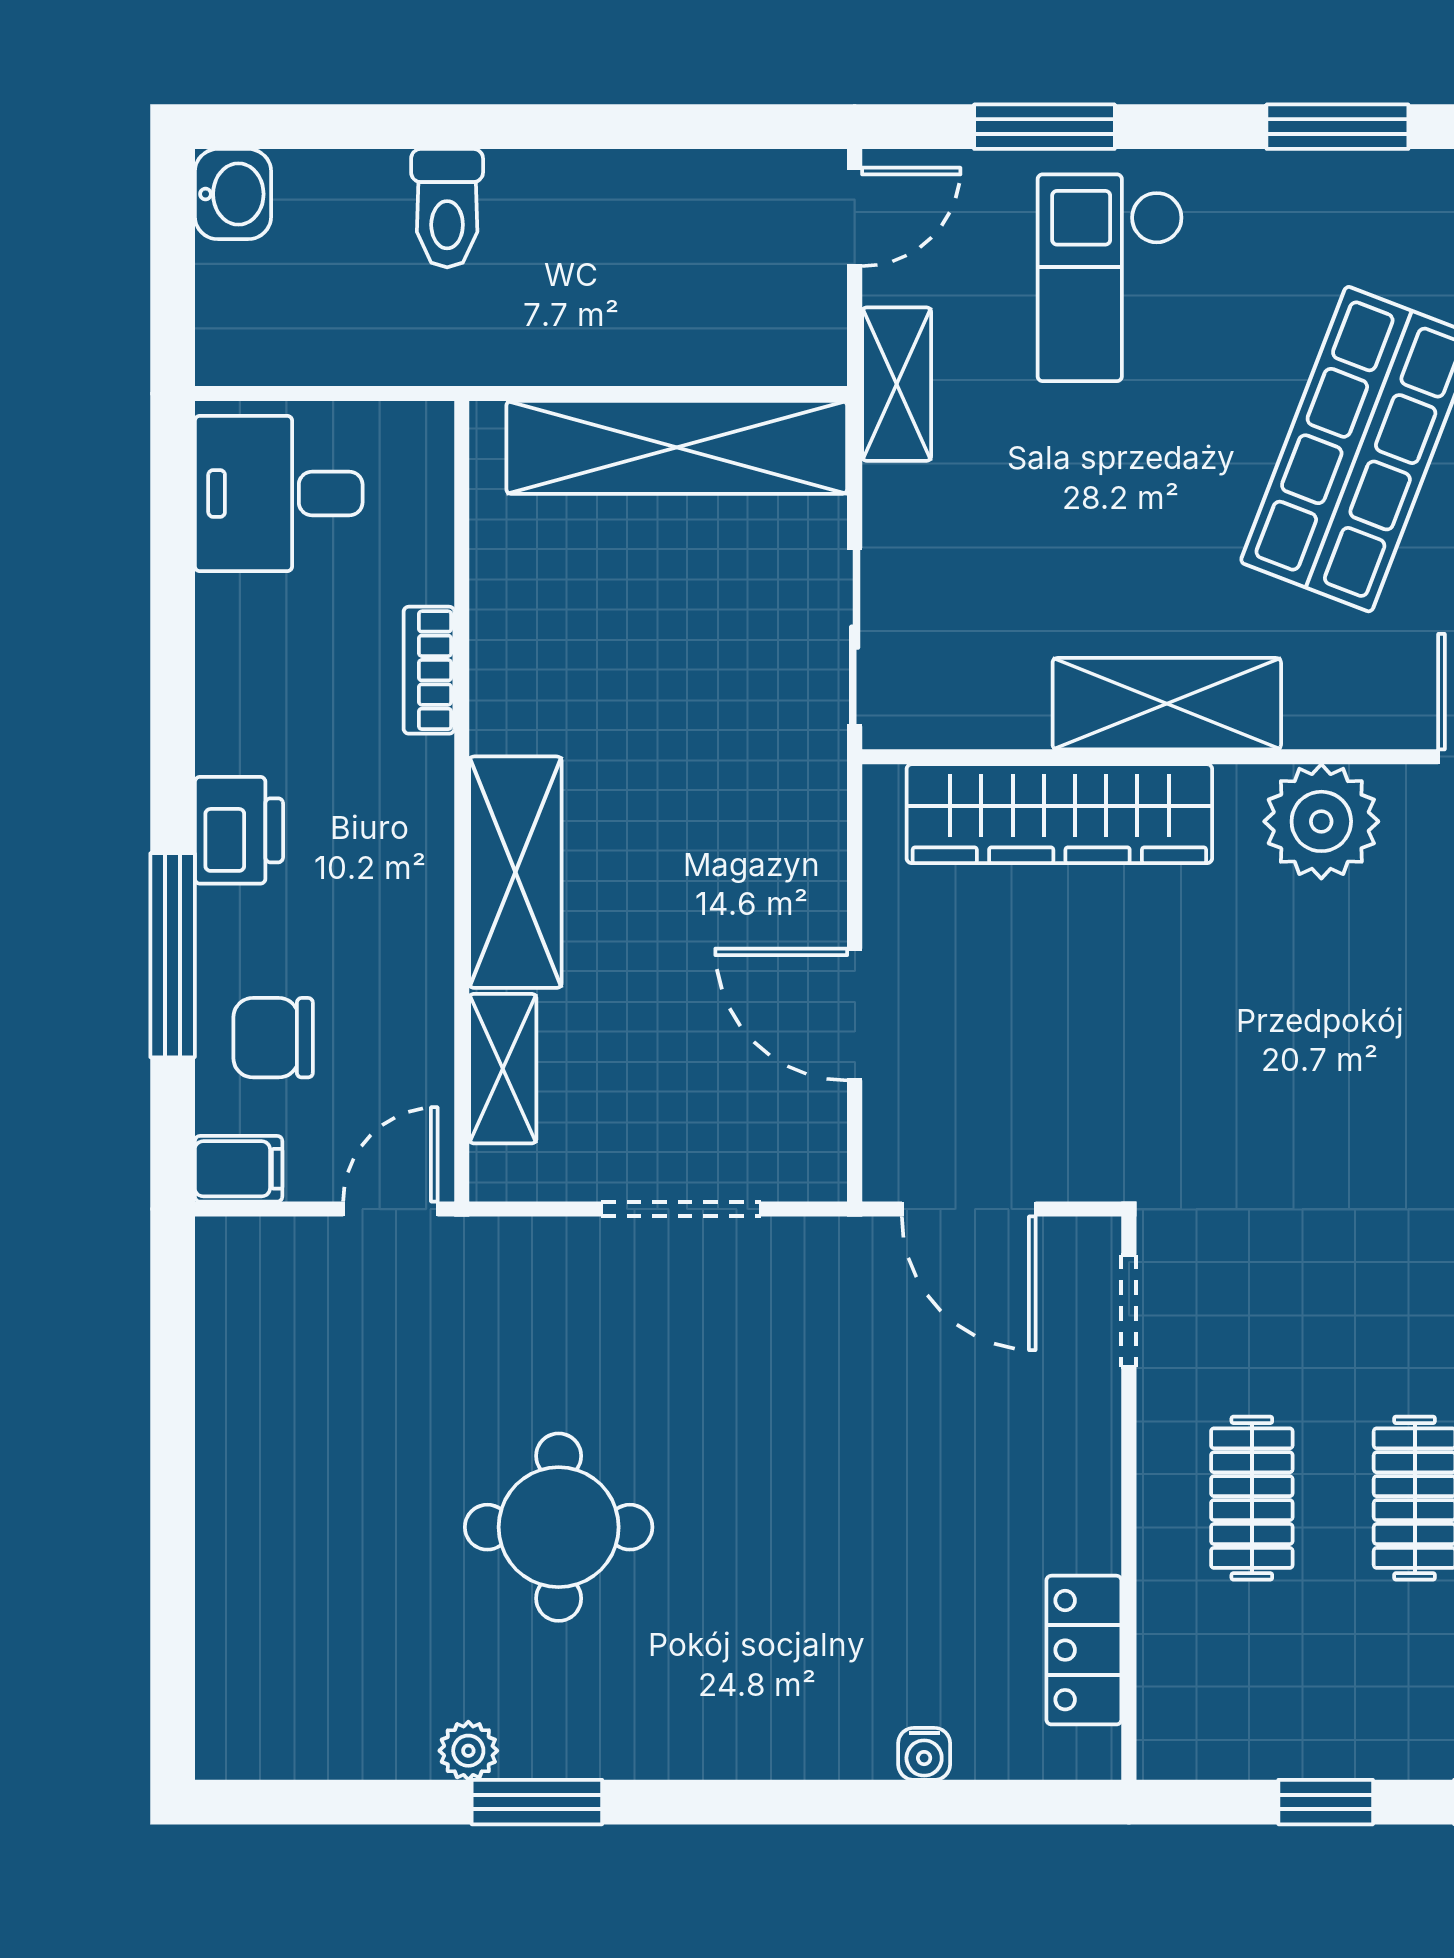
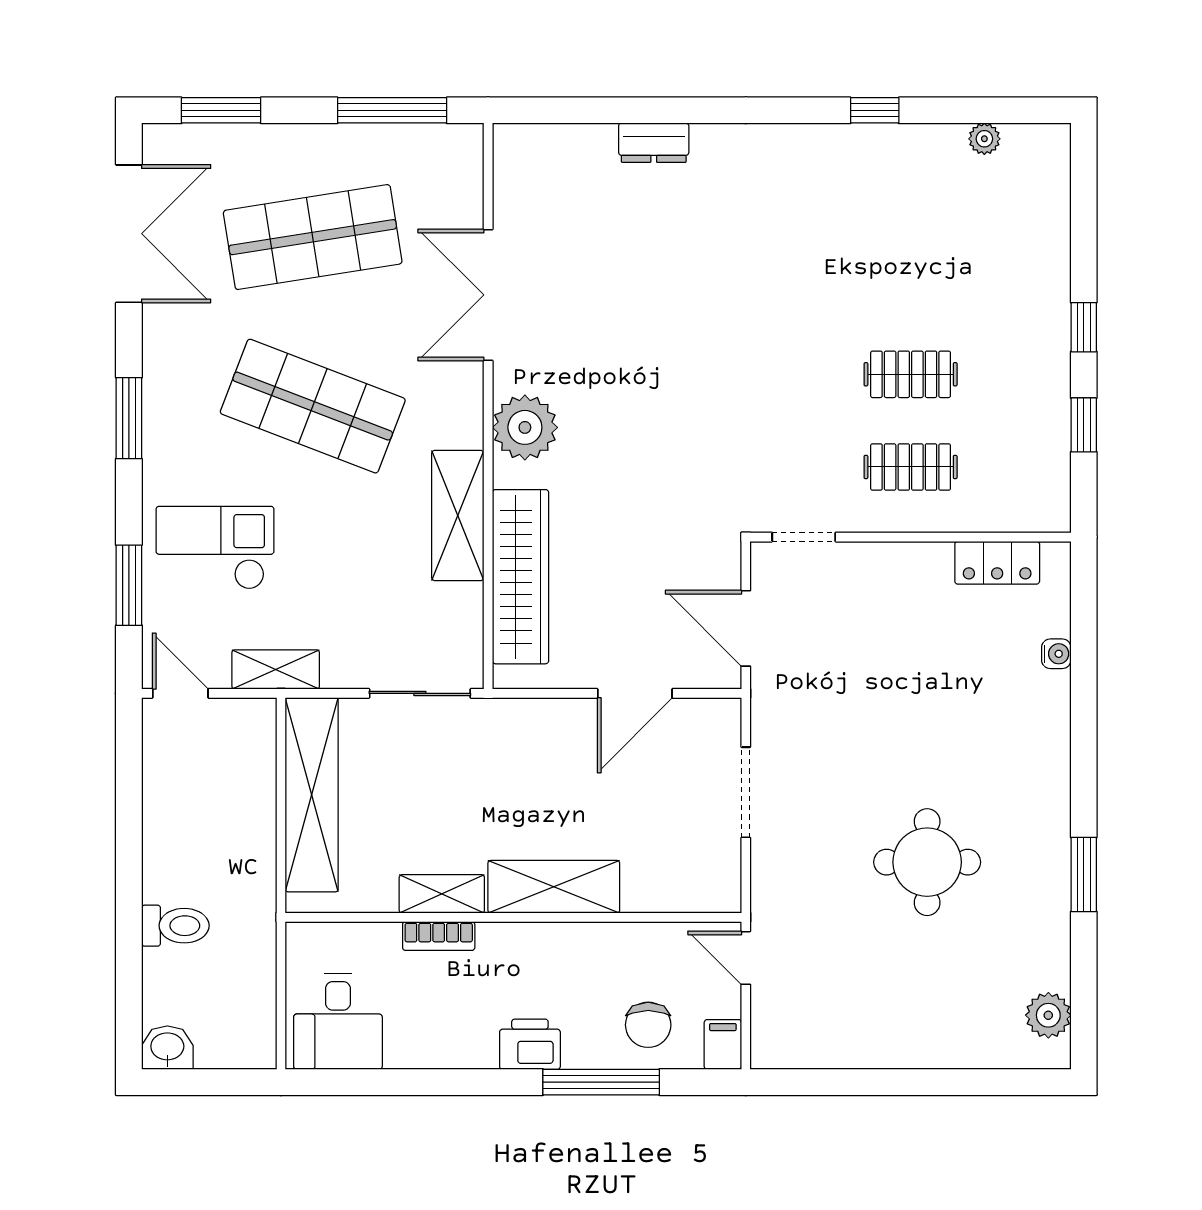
checkout: (1110, 278) -> (215, 548), turned 180
shelving: (503, 1069) -> (442, 894), moved
door: (969, 1209) -> (746, 628), swing flipped
plant: (468, 1751) -> (1048, 1015), moved, width x1.38, depth x1.38

